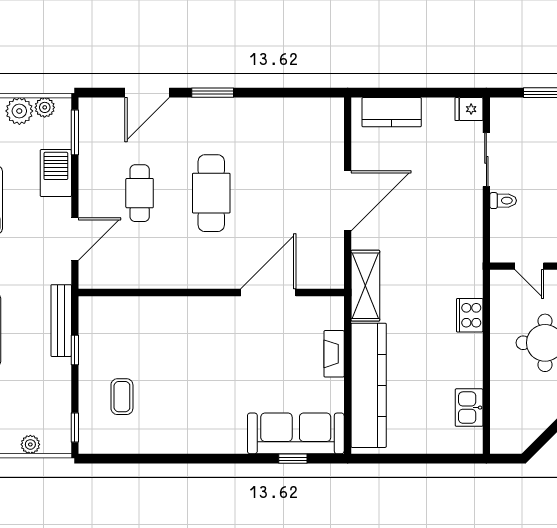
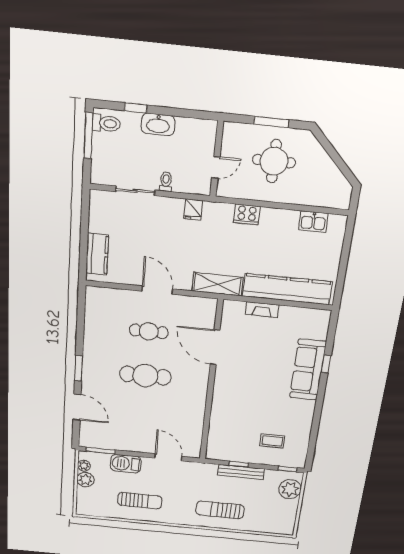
fridge: (469, 109) -> (193, 210), moved
cafe table: (140, 193) -> (149, 331), moved
door: (348, 201) -> (157, 290), width x0.73
bench: (61, 321) -> (241, 472), moved
sofa: (296, 433) -> (308, 370), moved
plant: (30, 444) -> (290, 489), width x1.88, depth x1.88
window: (293, 459) -> (326, 364), moved

